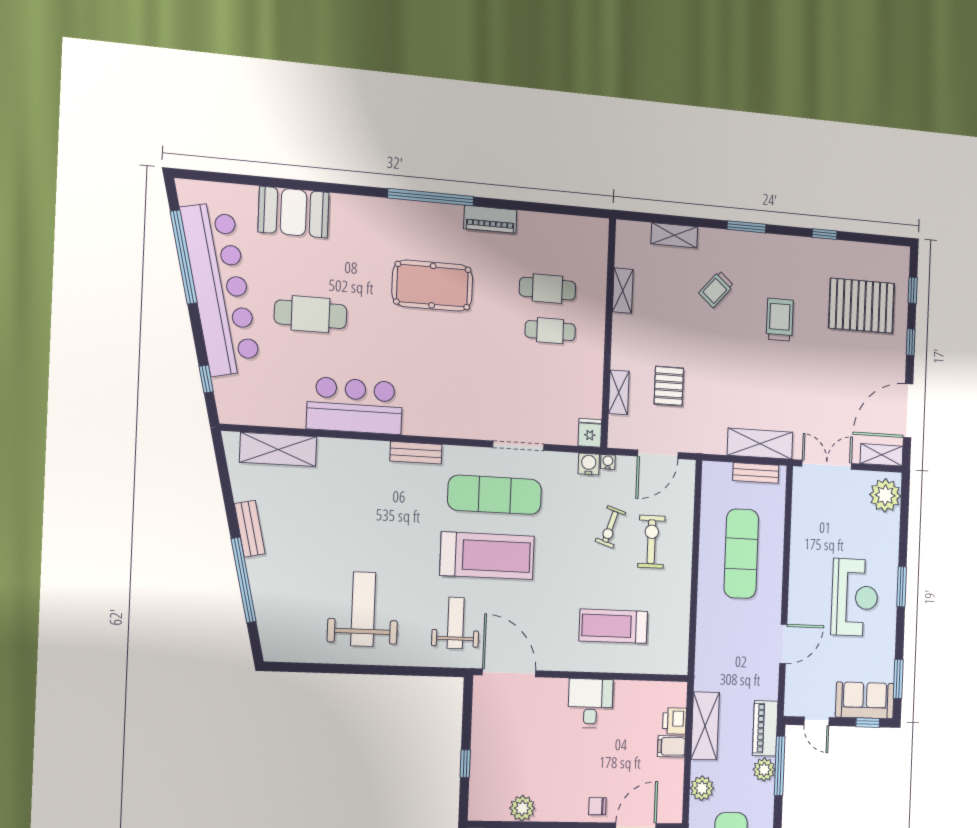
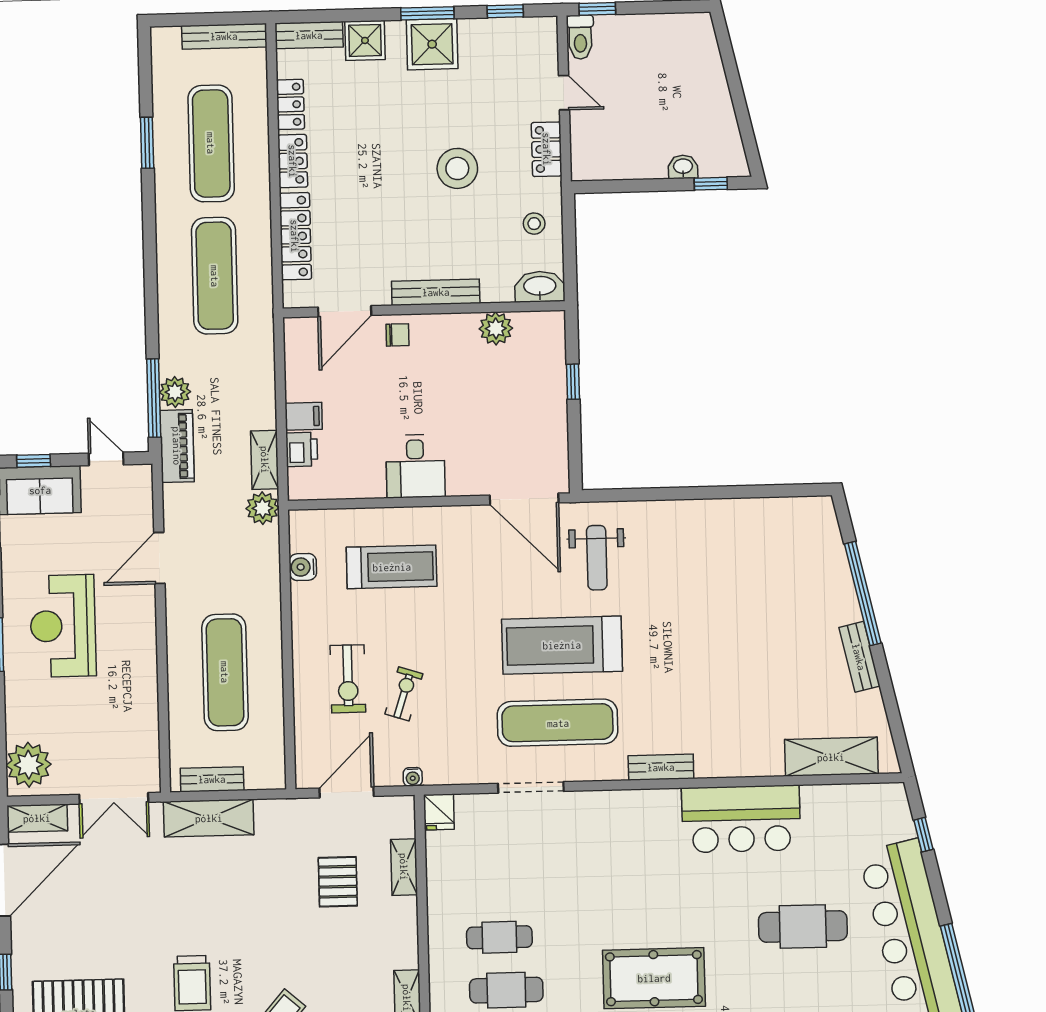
water cooler: (589, 464) -> (303, 567), moved, turned 90
weight bench: (363, 609) -> (714, 568), removed
shelving: (705, 726) -> (265, 460), width x0.67, depth x0.75
plant: (702, 788) -> (262, 508), moved

